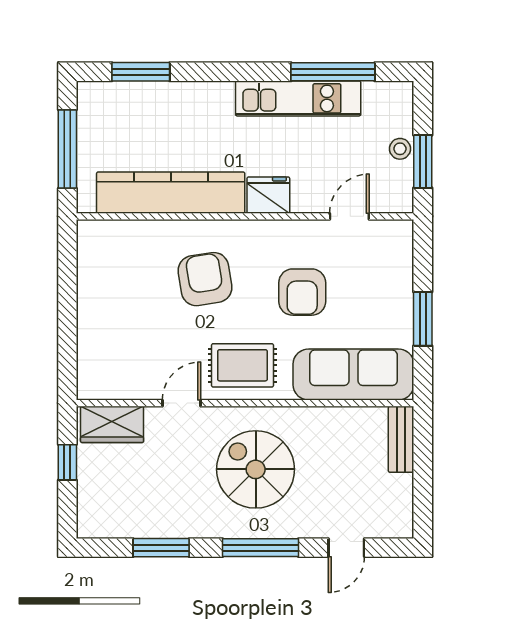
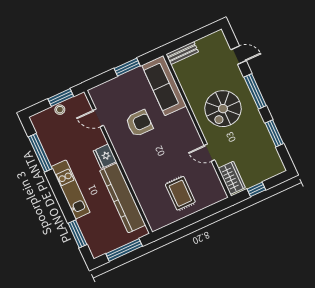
kitchen unit: (298, 98) -> (71, 189), moved
armchair: (205, 279) -> (152, 167), removed
rug: (242, 365) -> (180, 193), moved

